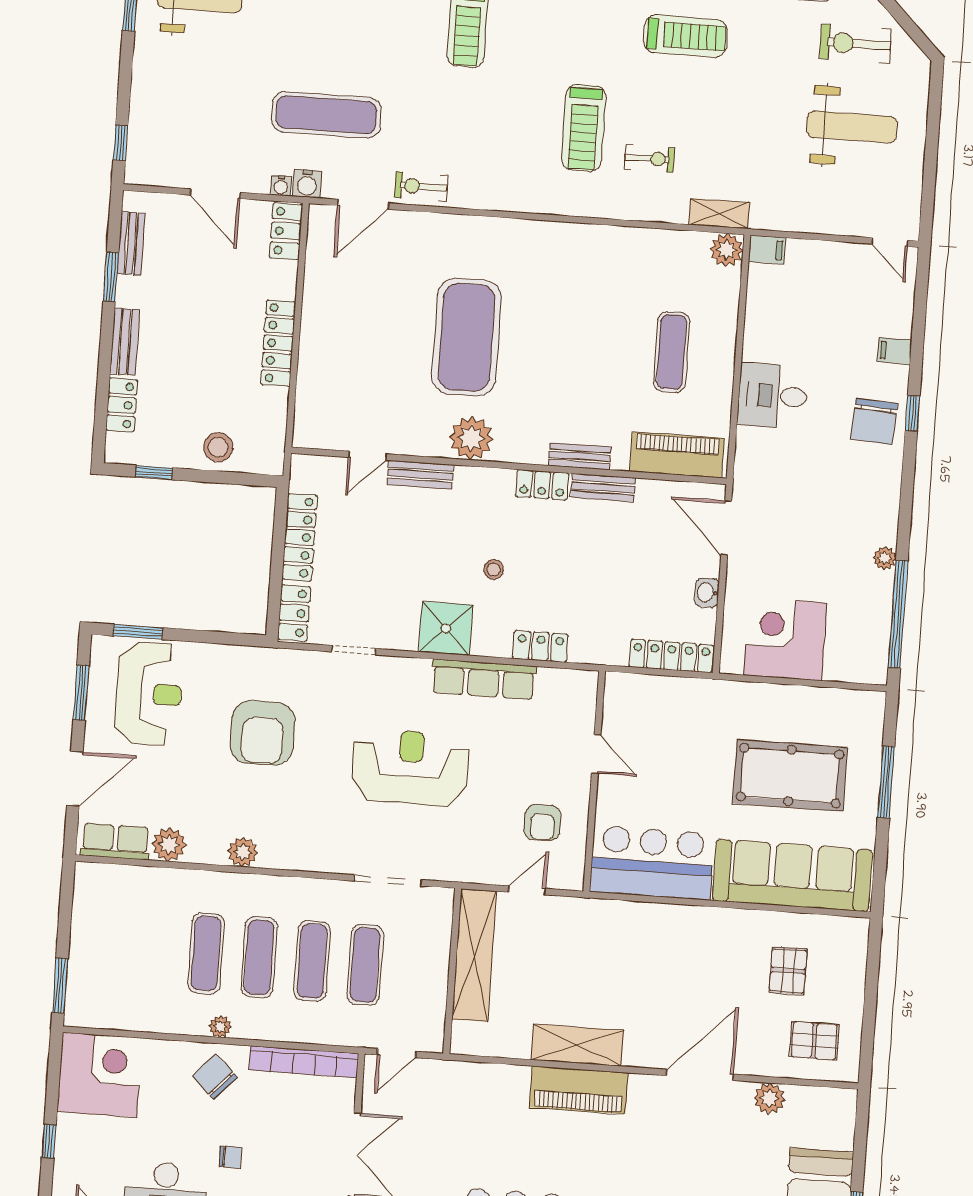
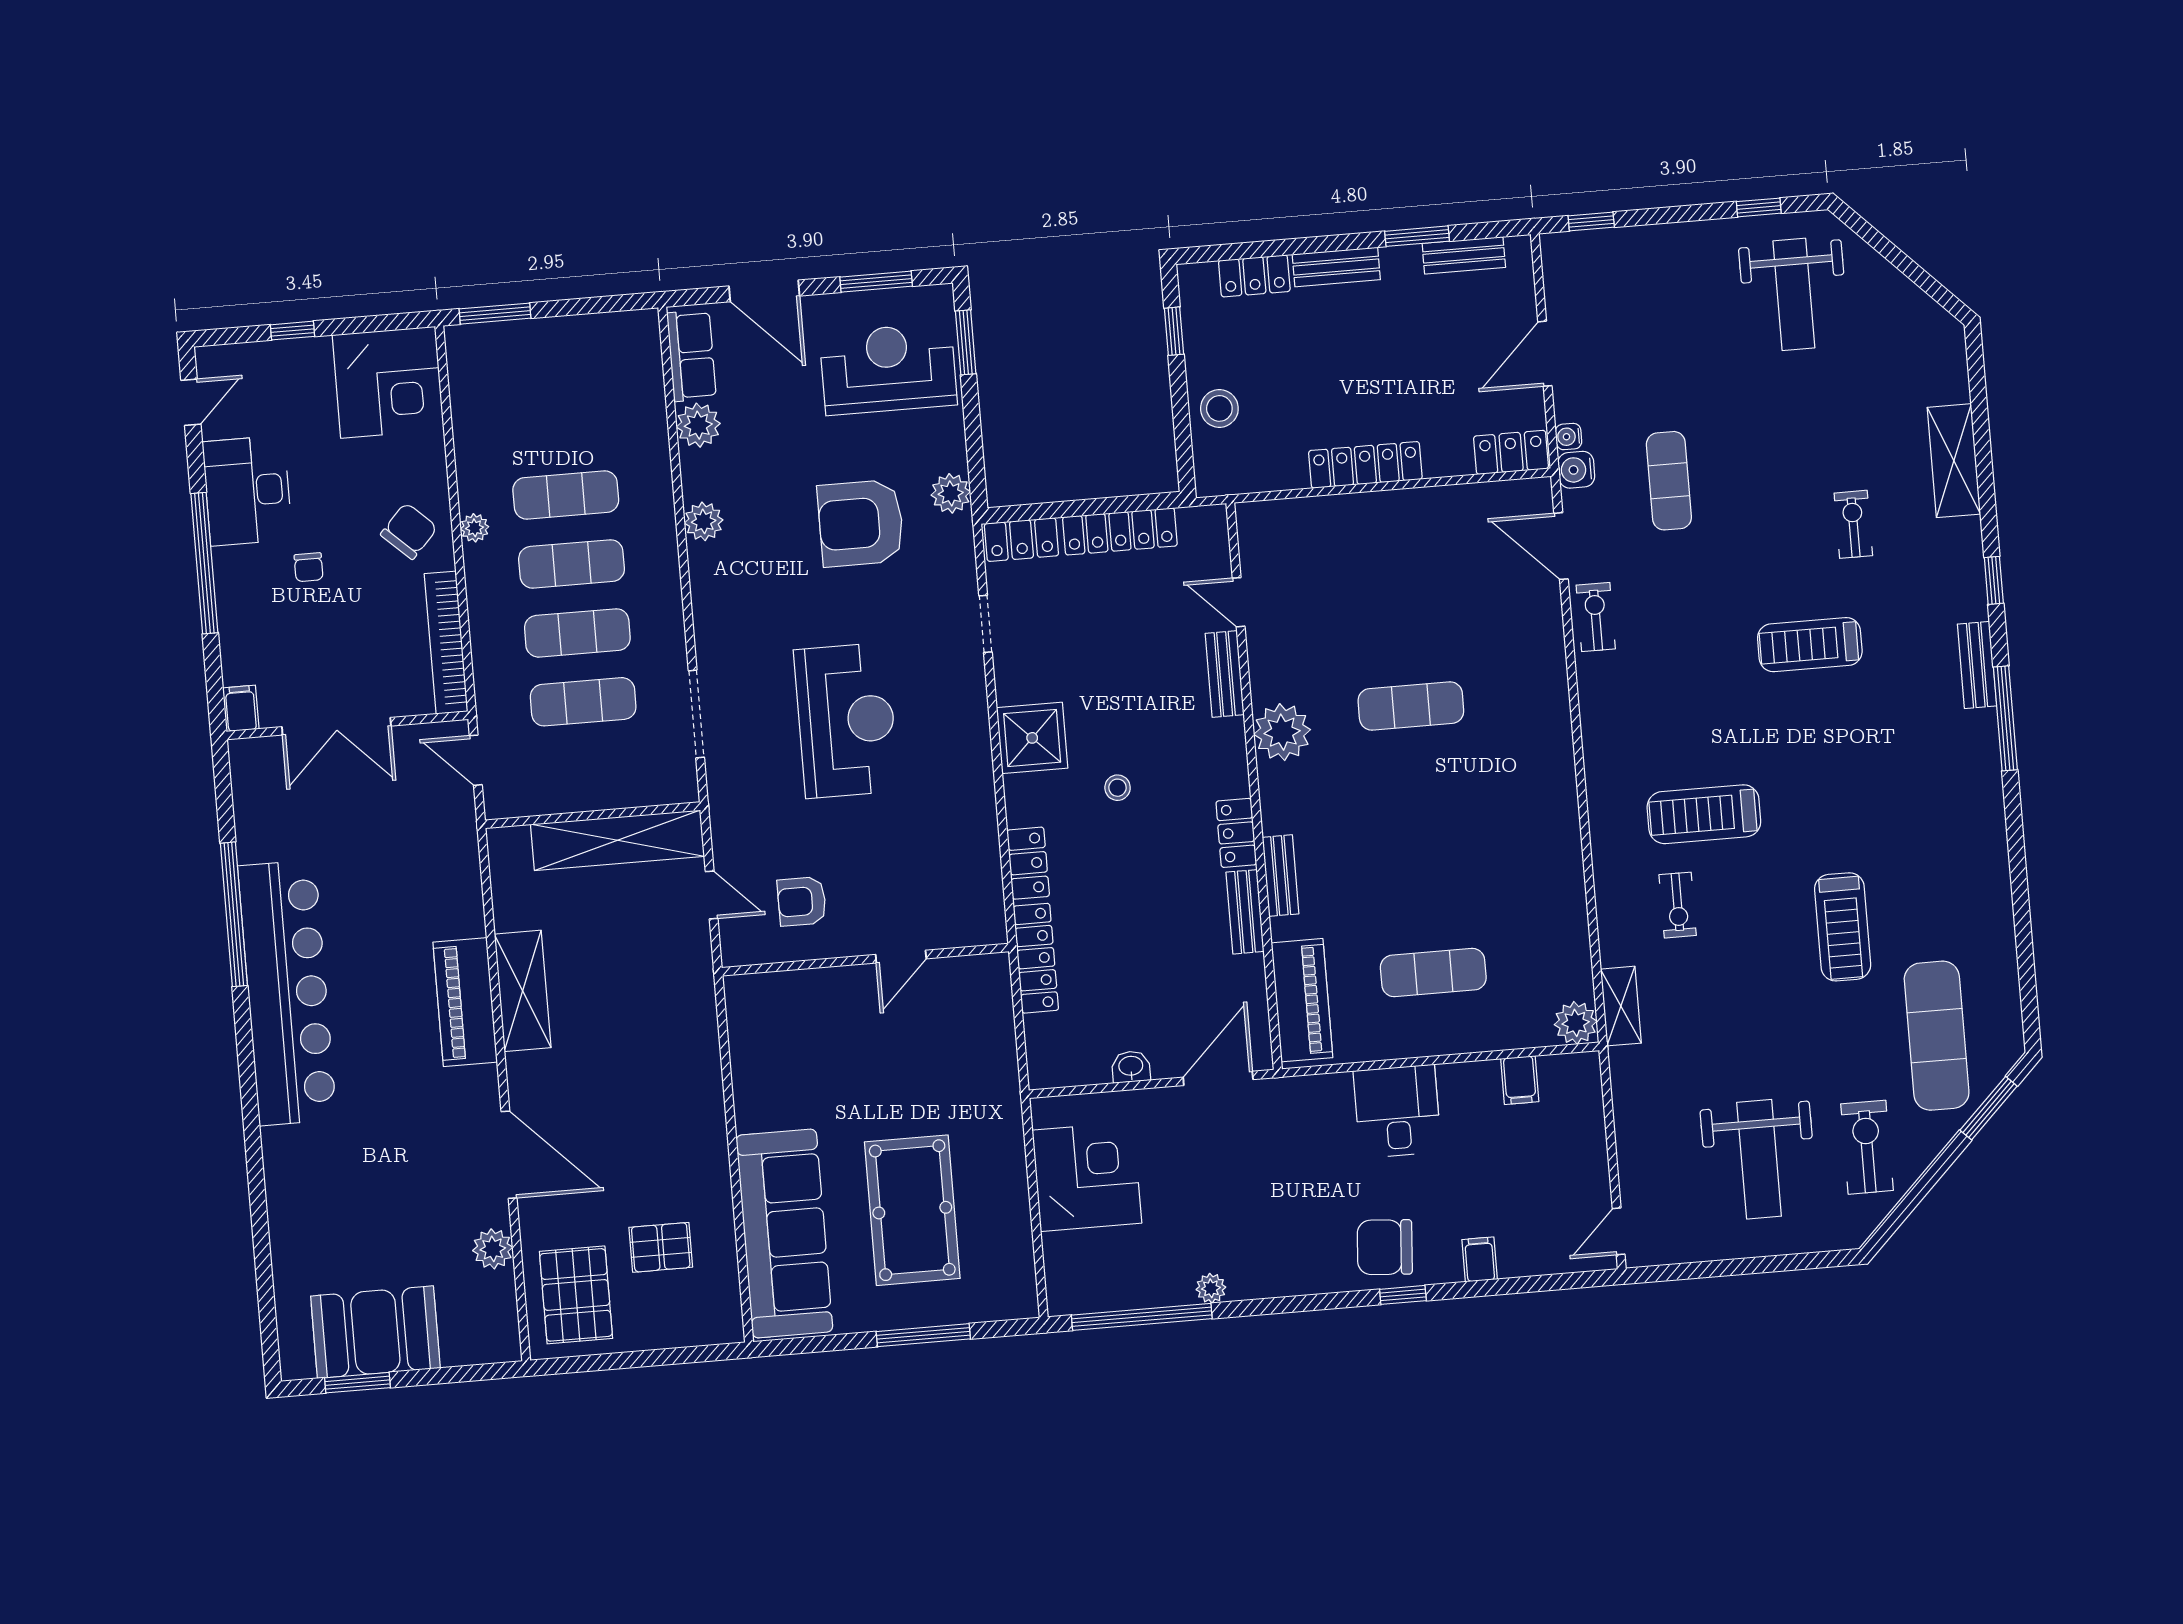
exercise mat: (326, 115) -> (1669, 481), width x0.73, depth x0.69
filing cabinet: (767, 250) -> (1520, 1080), moved
exercise mat: (467, 337) -> (1411, 706), width x0.50, depth x0.69
locker: (671, 656) -> (1036, 958), moved
plant: (251, 661) -> (951, 493), added
row of seats: (484, 679) -> (974, 797), removed
reception desk: (149, 694) -> (888, 369), turned 180
bar counter: (652, 863) -> (772, 1050), removed
pallet: (814, 1041) -> (576, 1295), width x1.50, depth x1.42

